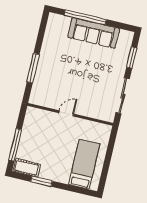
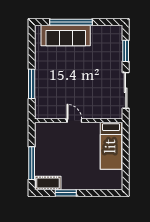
sofa: (94, 33) -> (66, 35), moved
door: (66, 113) -> (74, 121), hinge flipped
bed: (84, 164) -> (111, 146), moved, turned 180

